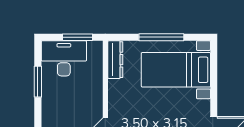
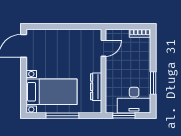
dresser: (115, 60) -> (96, 87), moved

